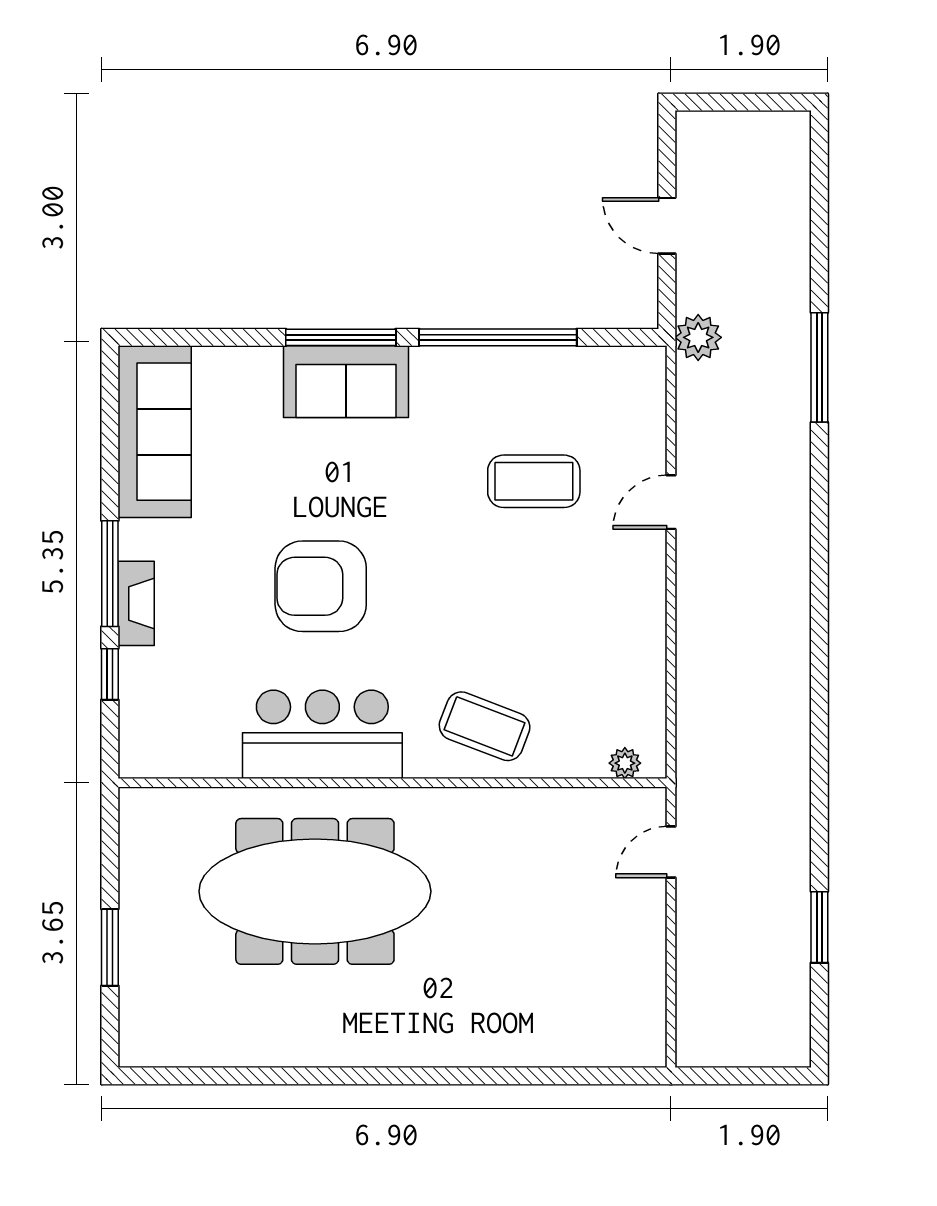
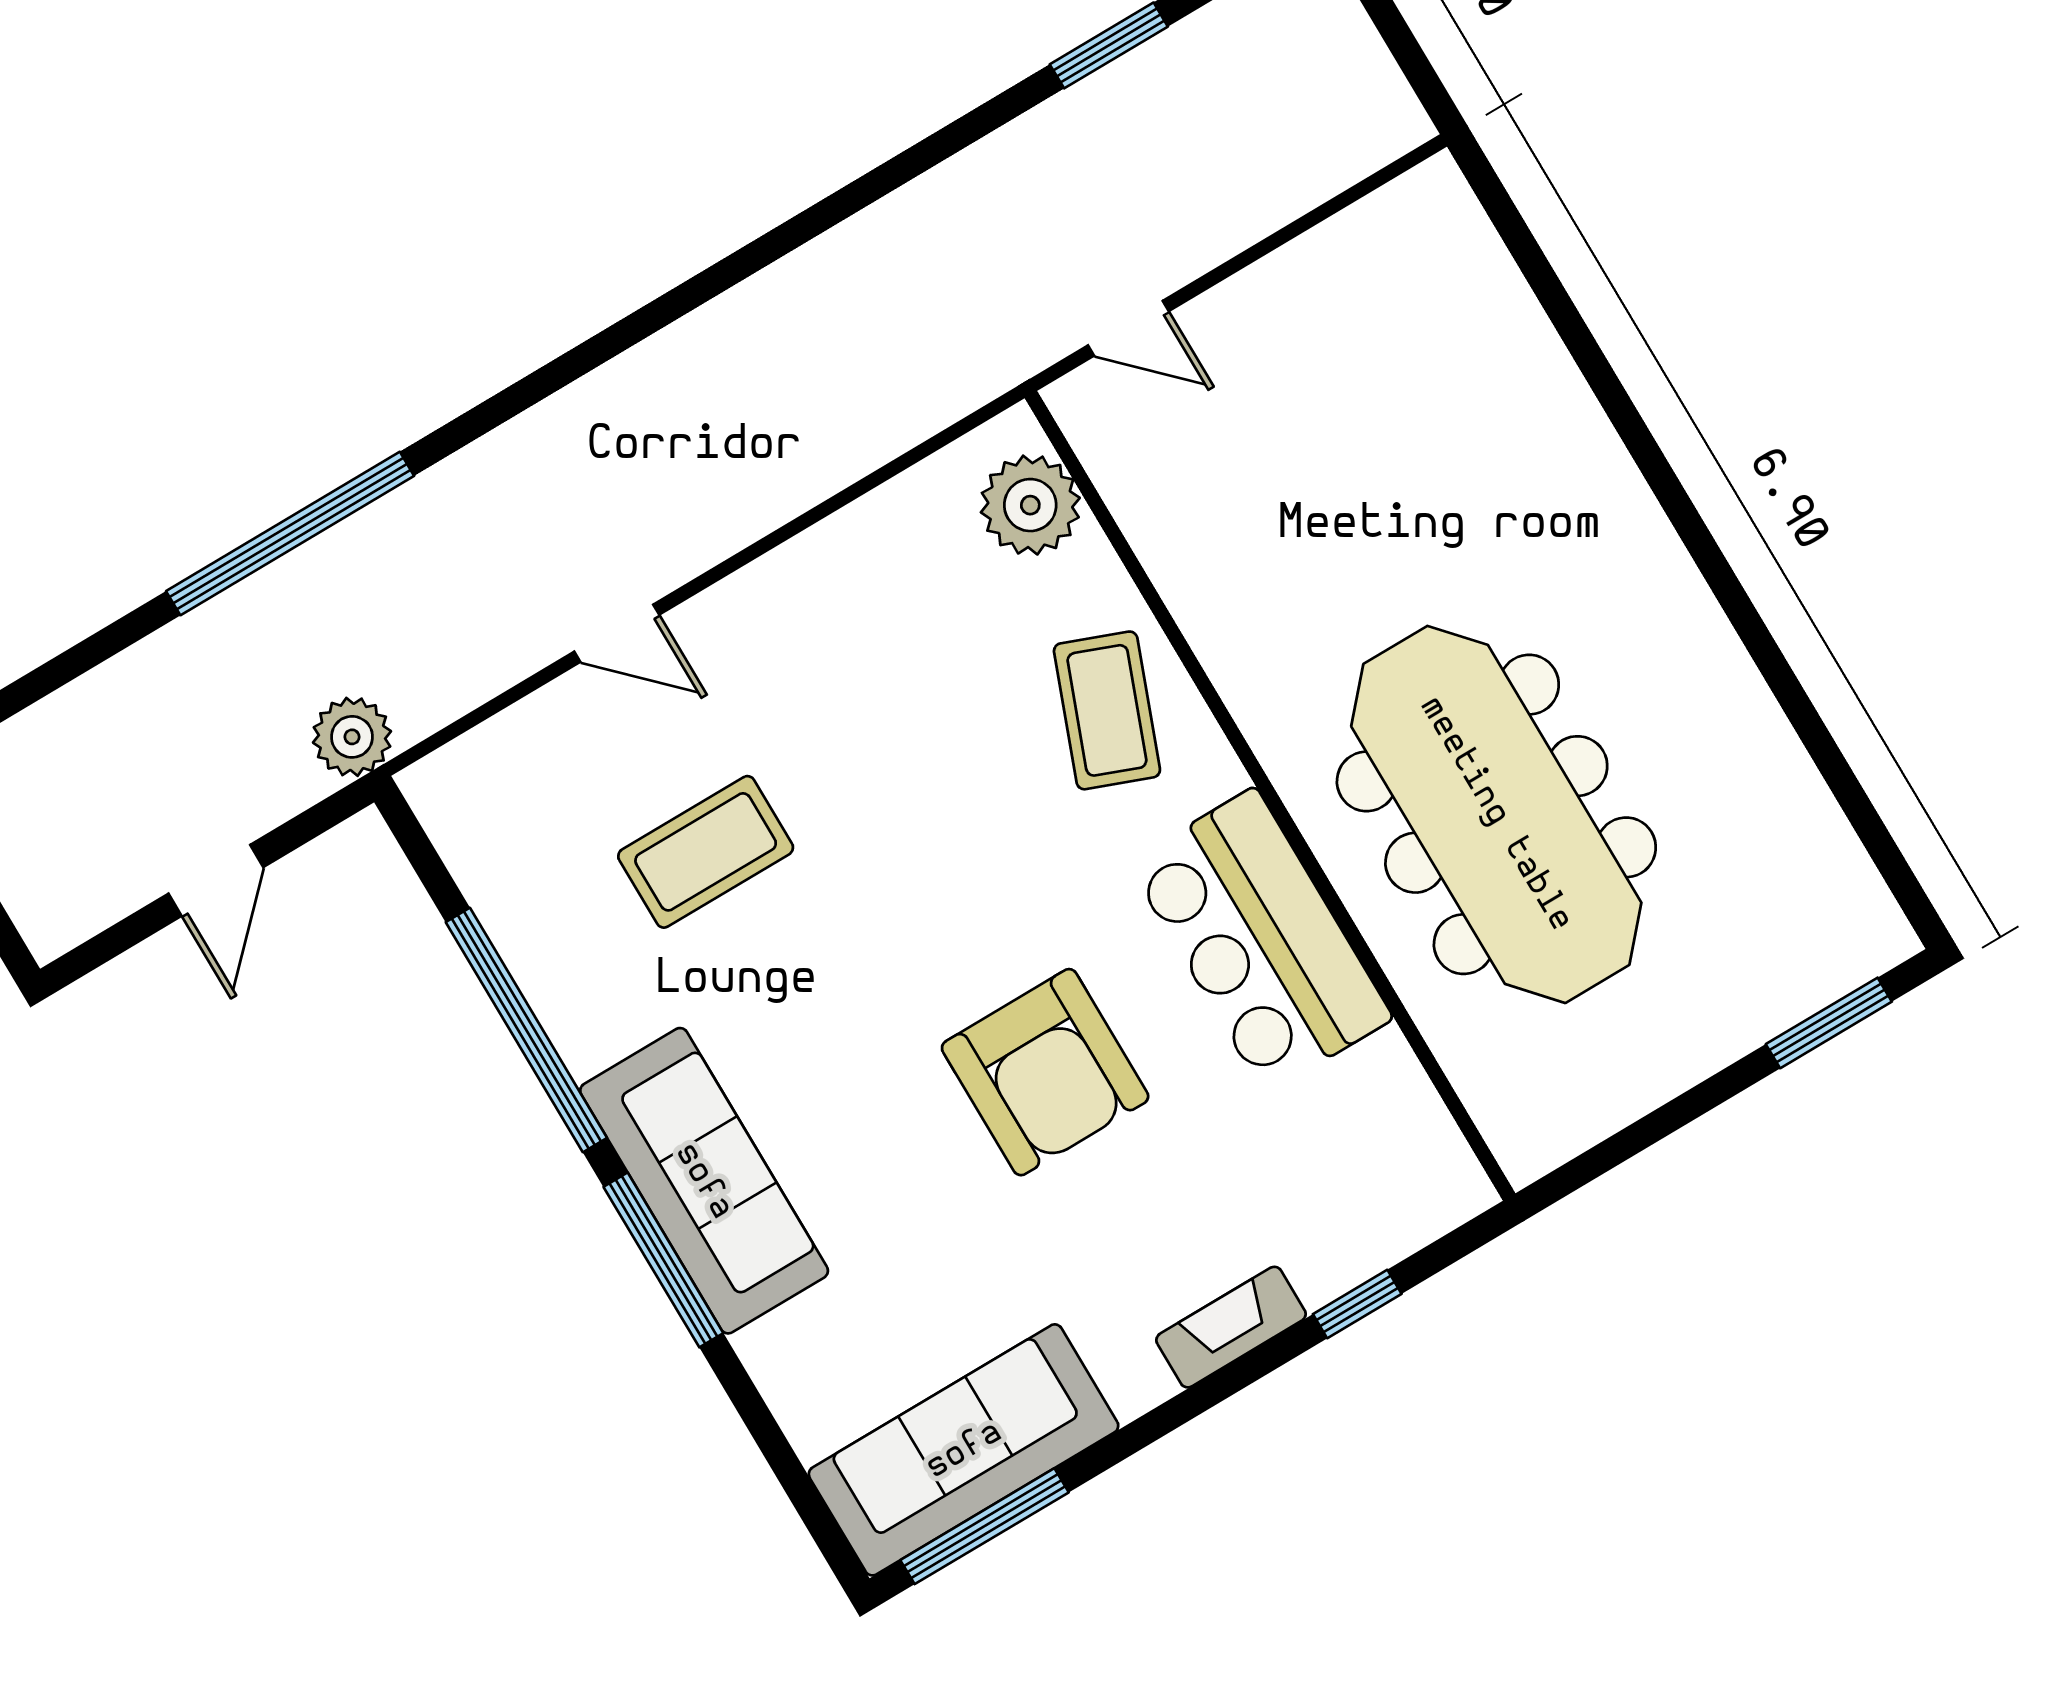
window: (819, 367) -> (290, 534), width x1.46
sofa: (346, 382) -> (704, 1181), width x1.36
coffee table: (534, 481) -> (706, 852), turned 90
window: (110, 574) -> (985, 1526), moved
plant: (625, 763) -> (1030, 505), width x1.87, depth x1.87
window: (110, 947) -> (1829, 1023), moved

